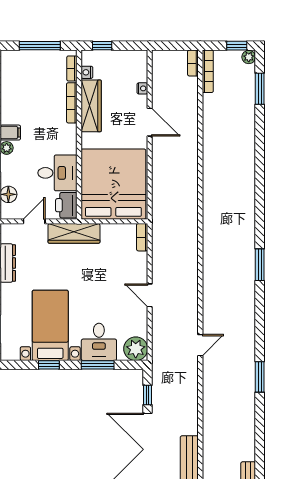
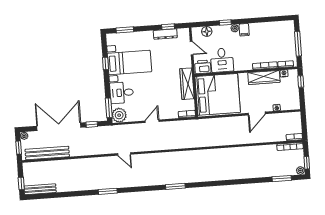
wardrobe: (74, 233) -> (187, 84), moved
window: (98, 365) -> (109, 108), moved

